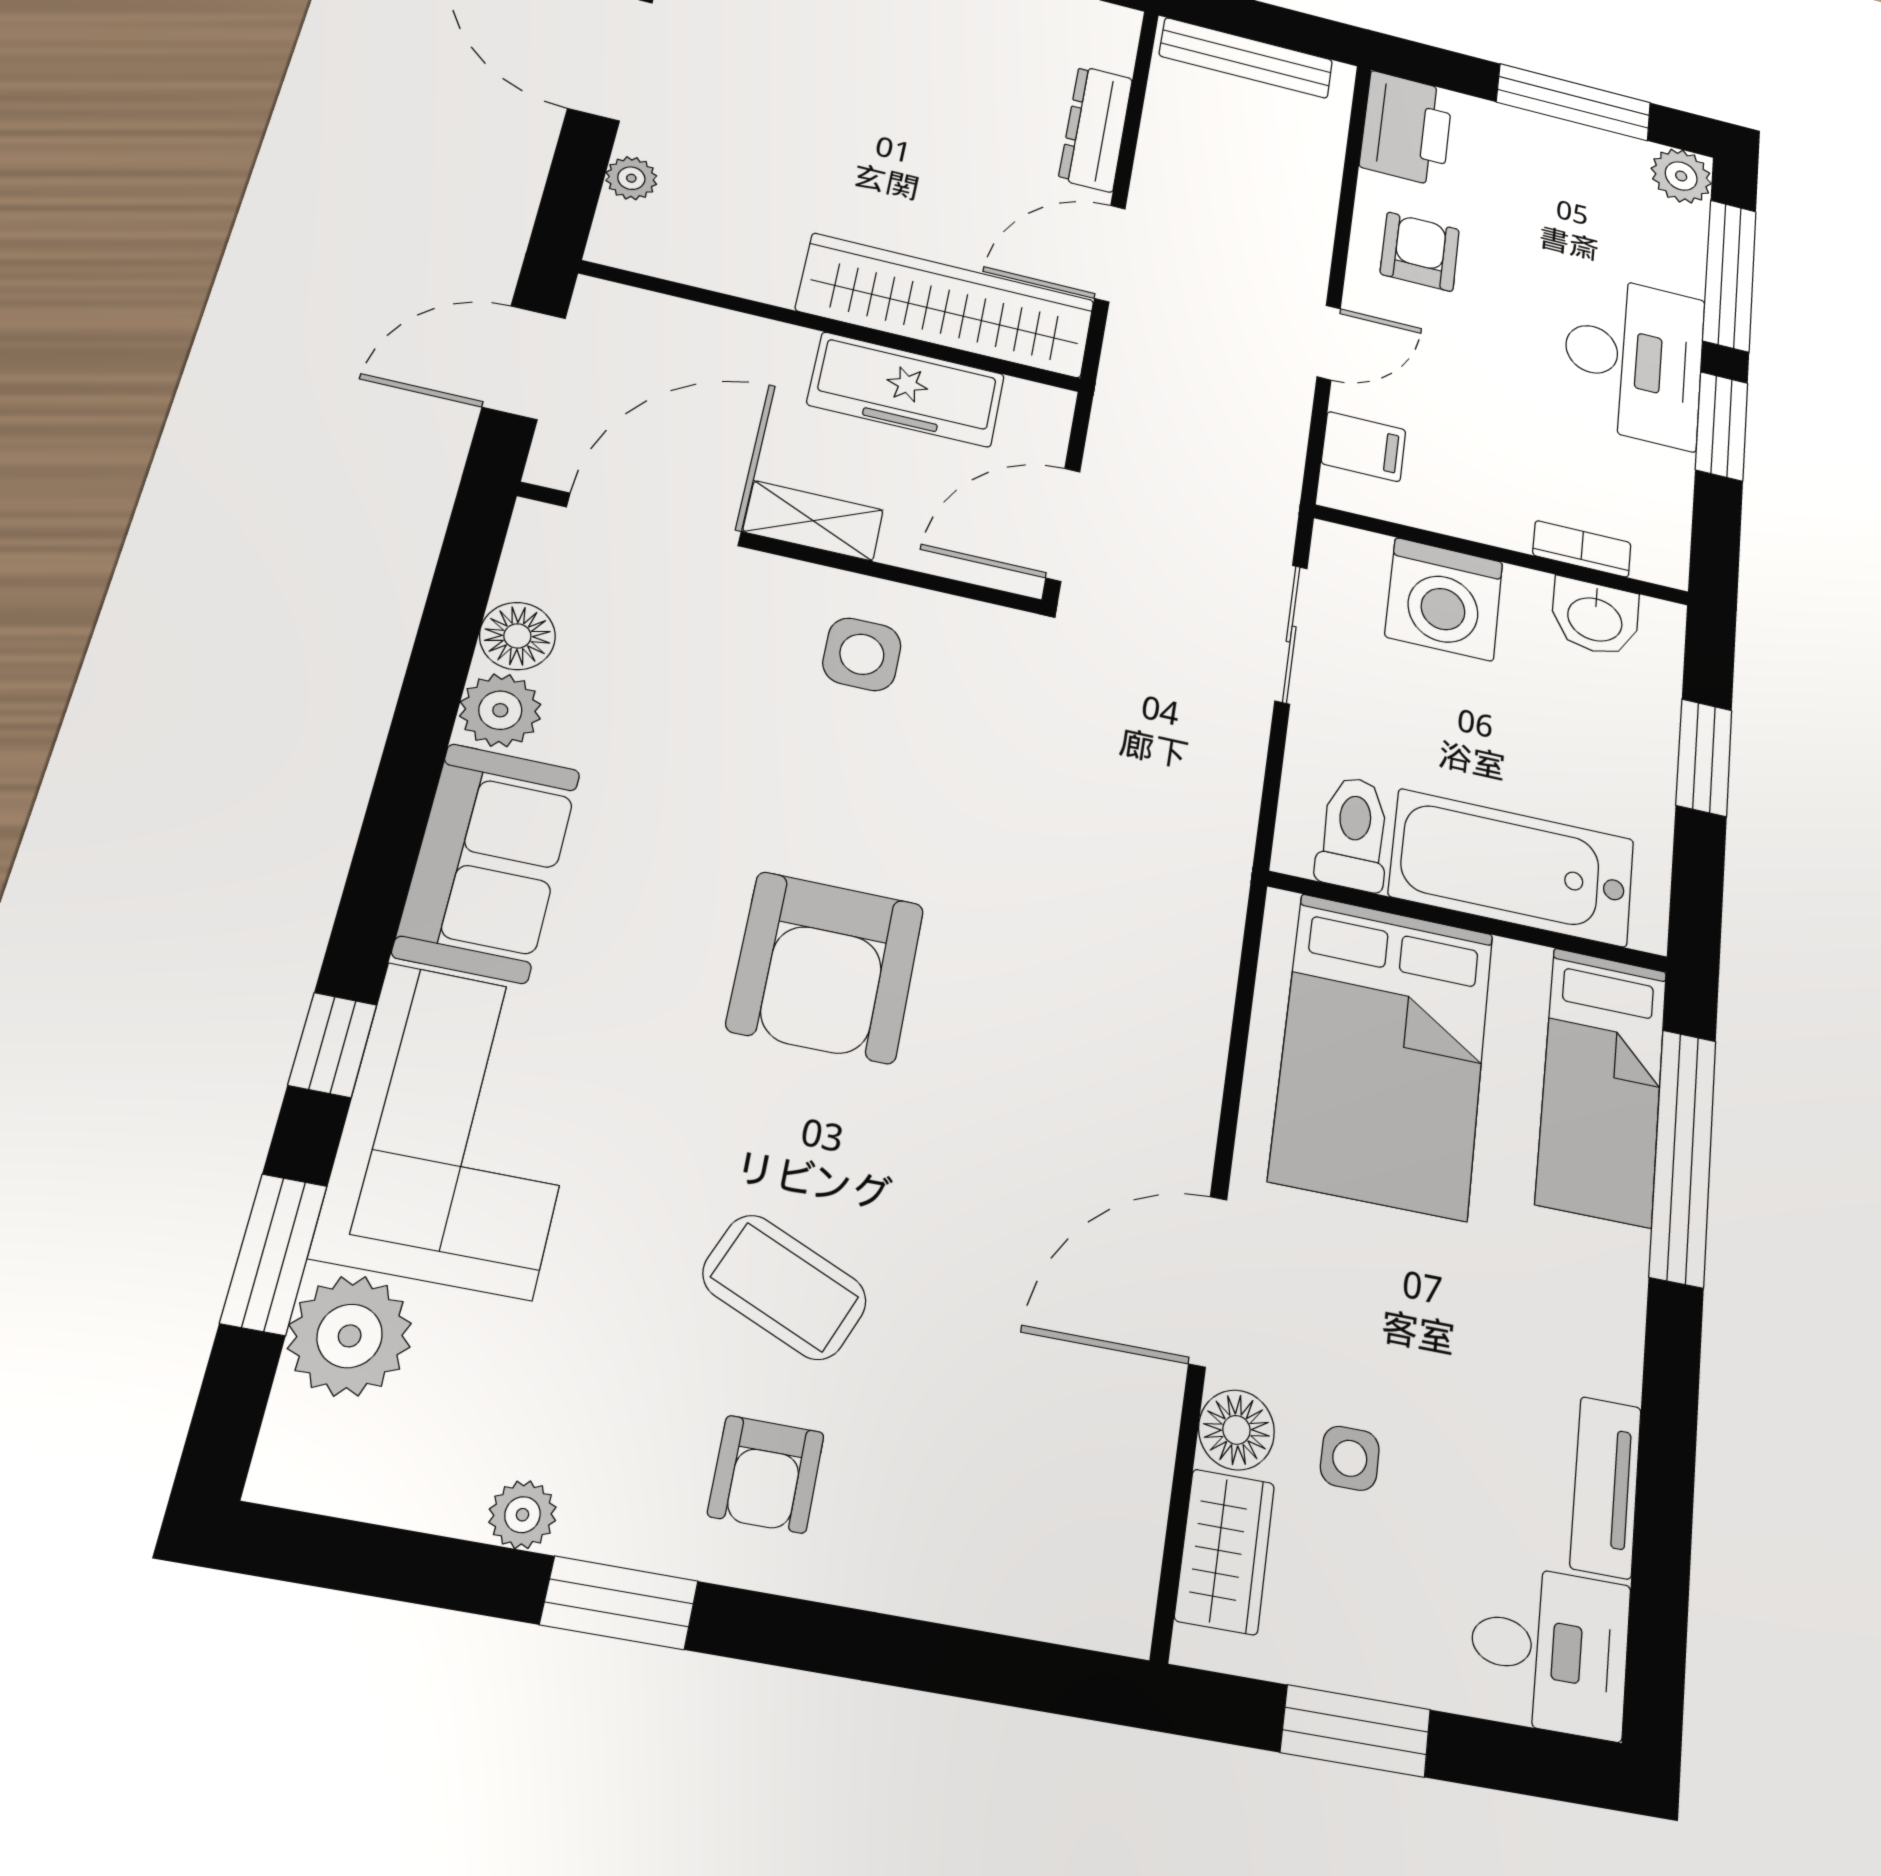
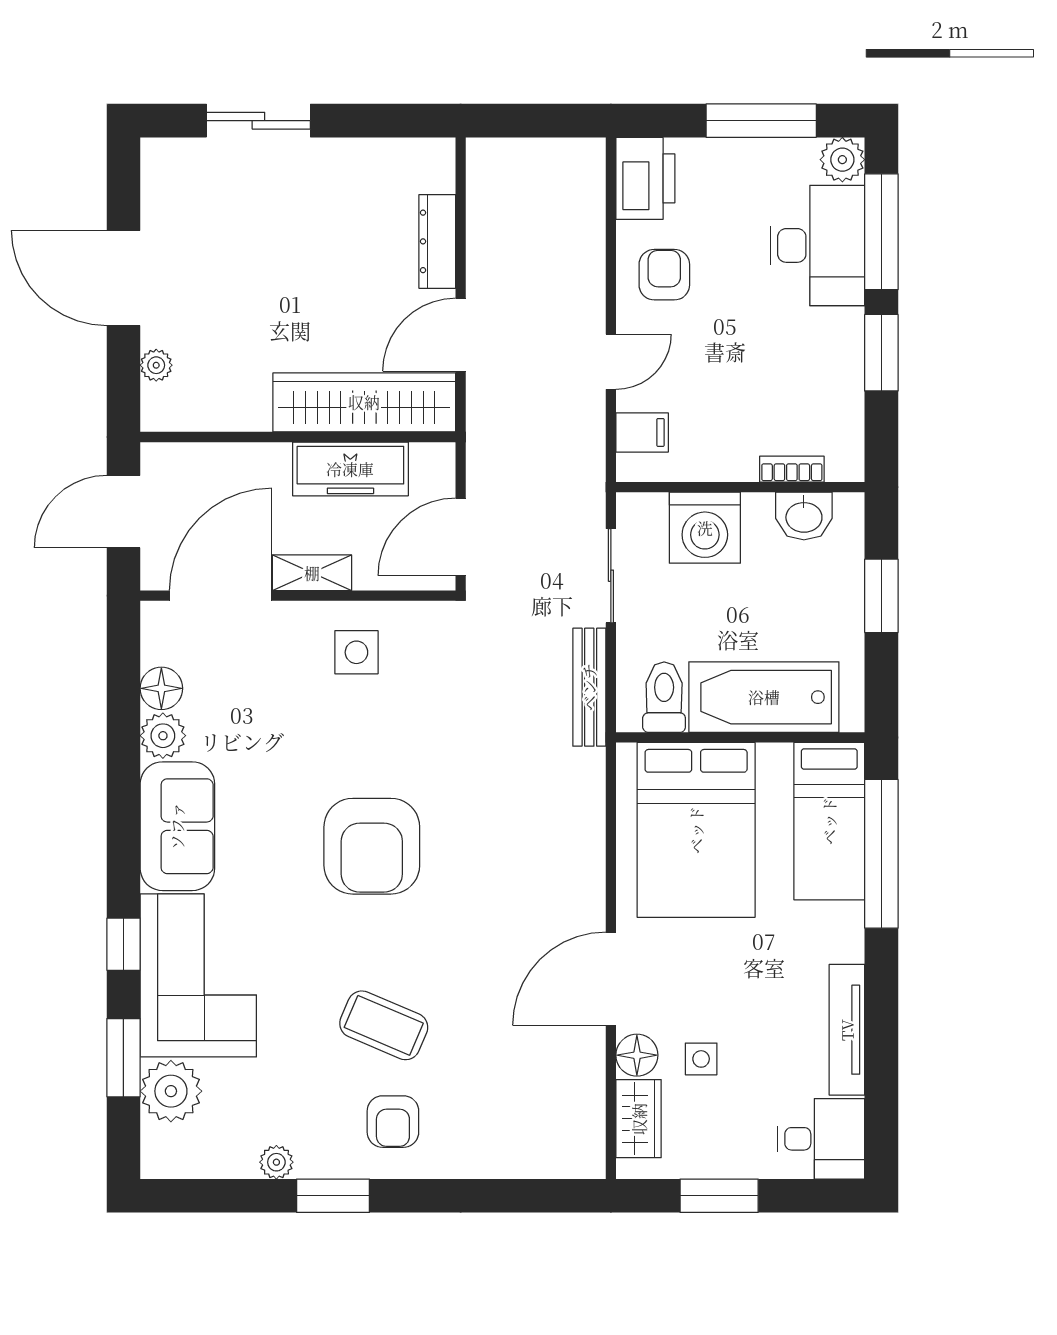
bench: (1246, 58) -> (589, 687), moved, turned 90
desk: (1633, 360) -> (817, 245), moved
tv unit: (1606, 1487) -> (847, 1030), width x1.41

